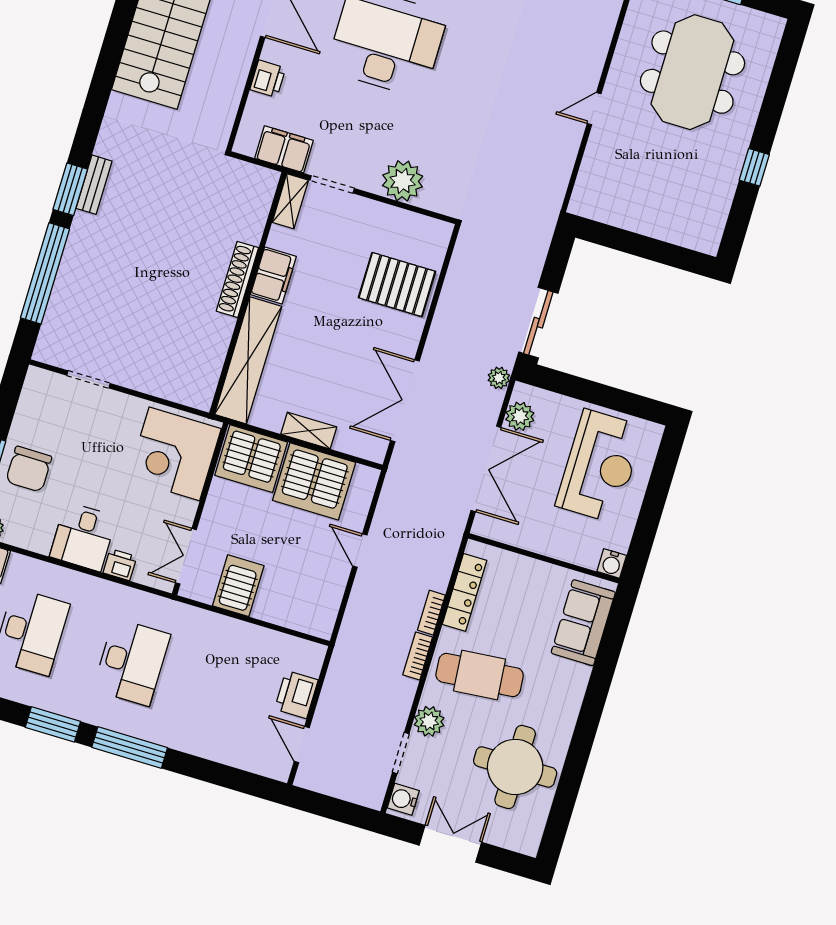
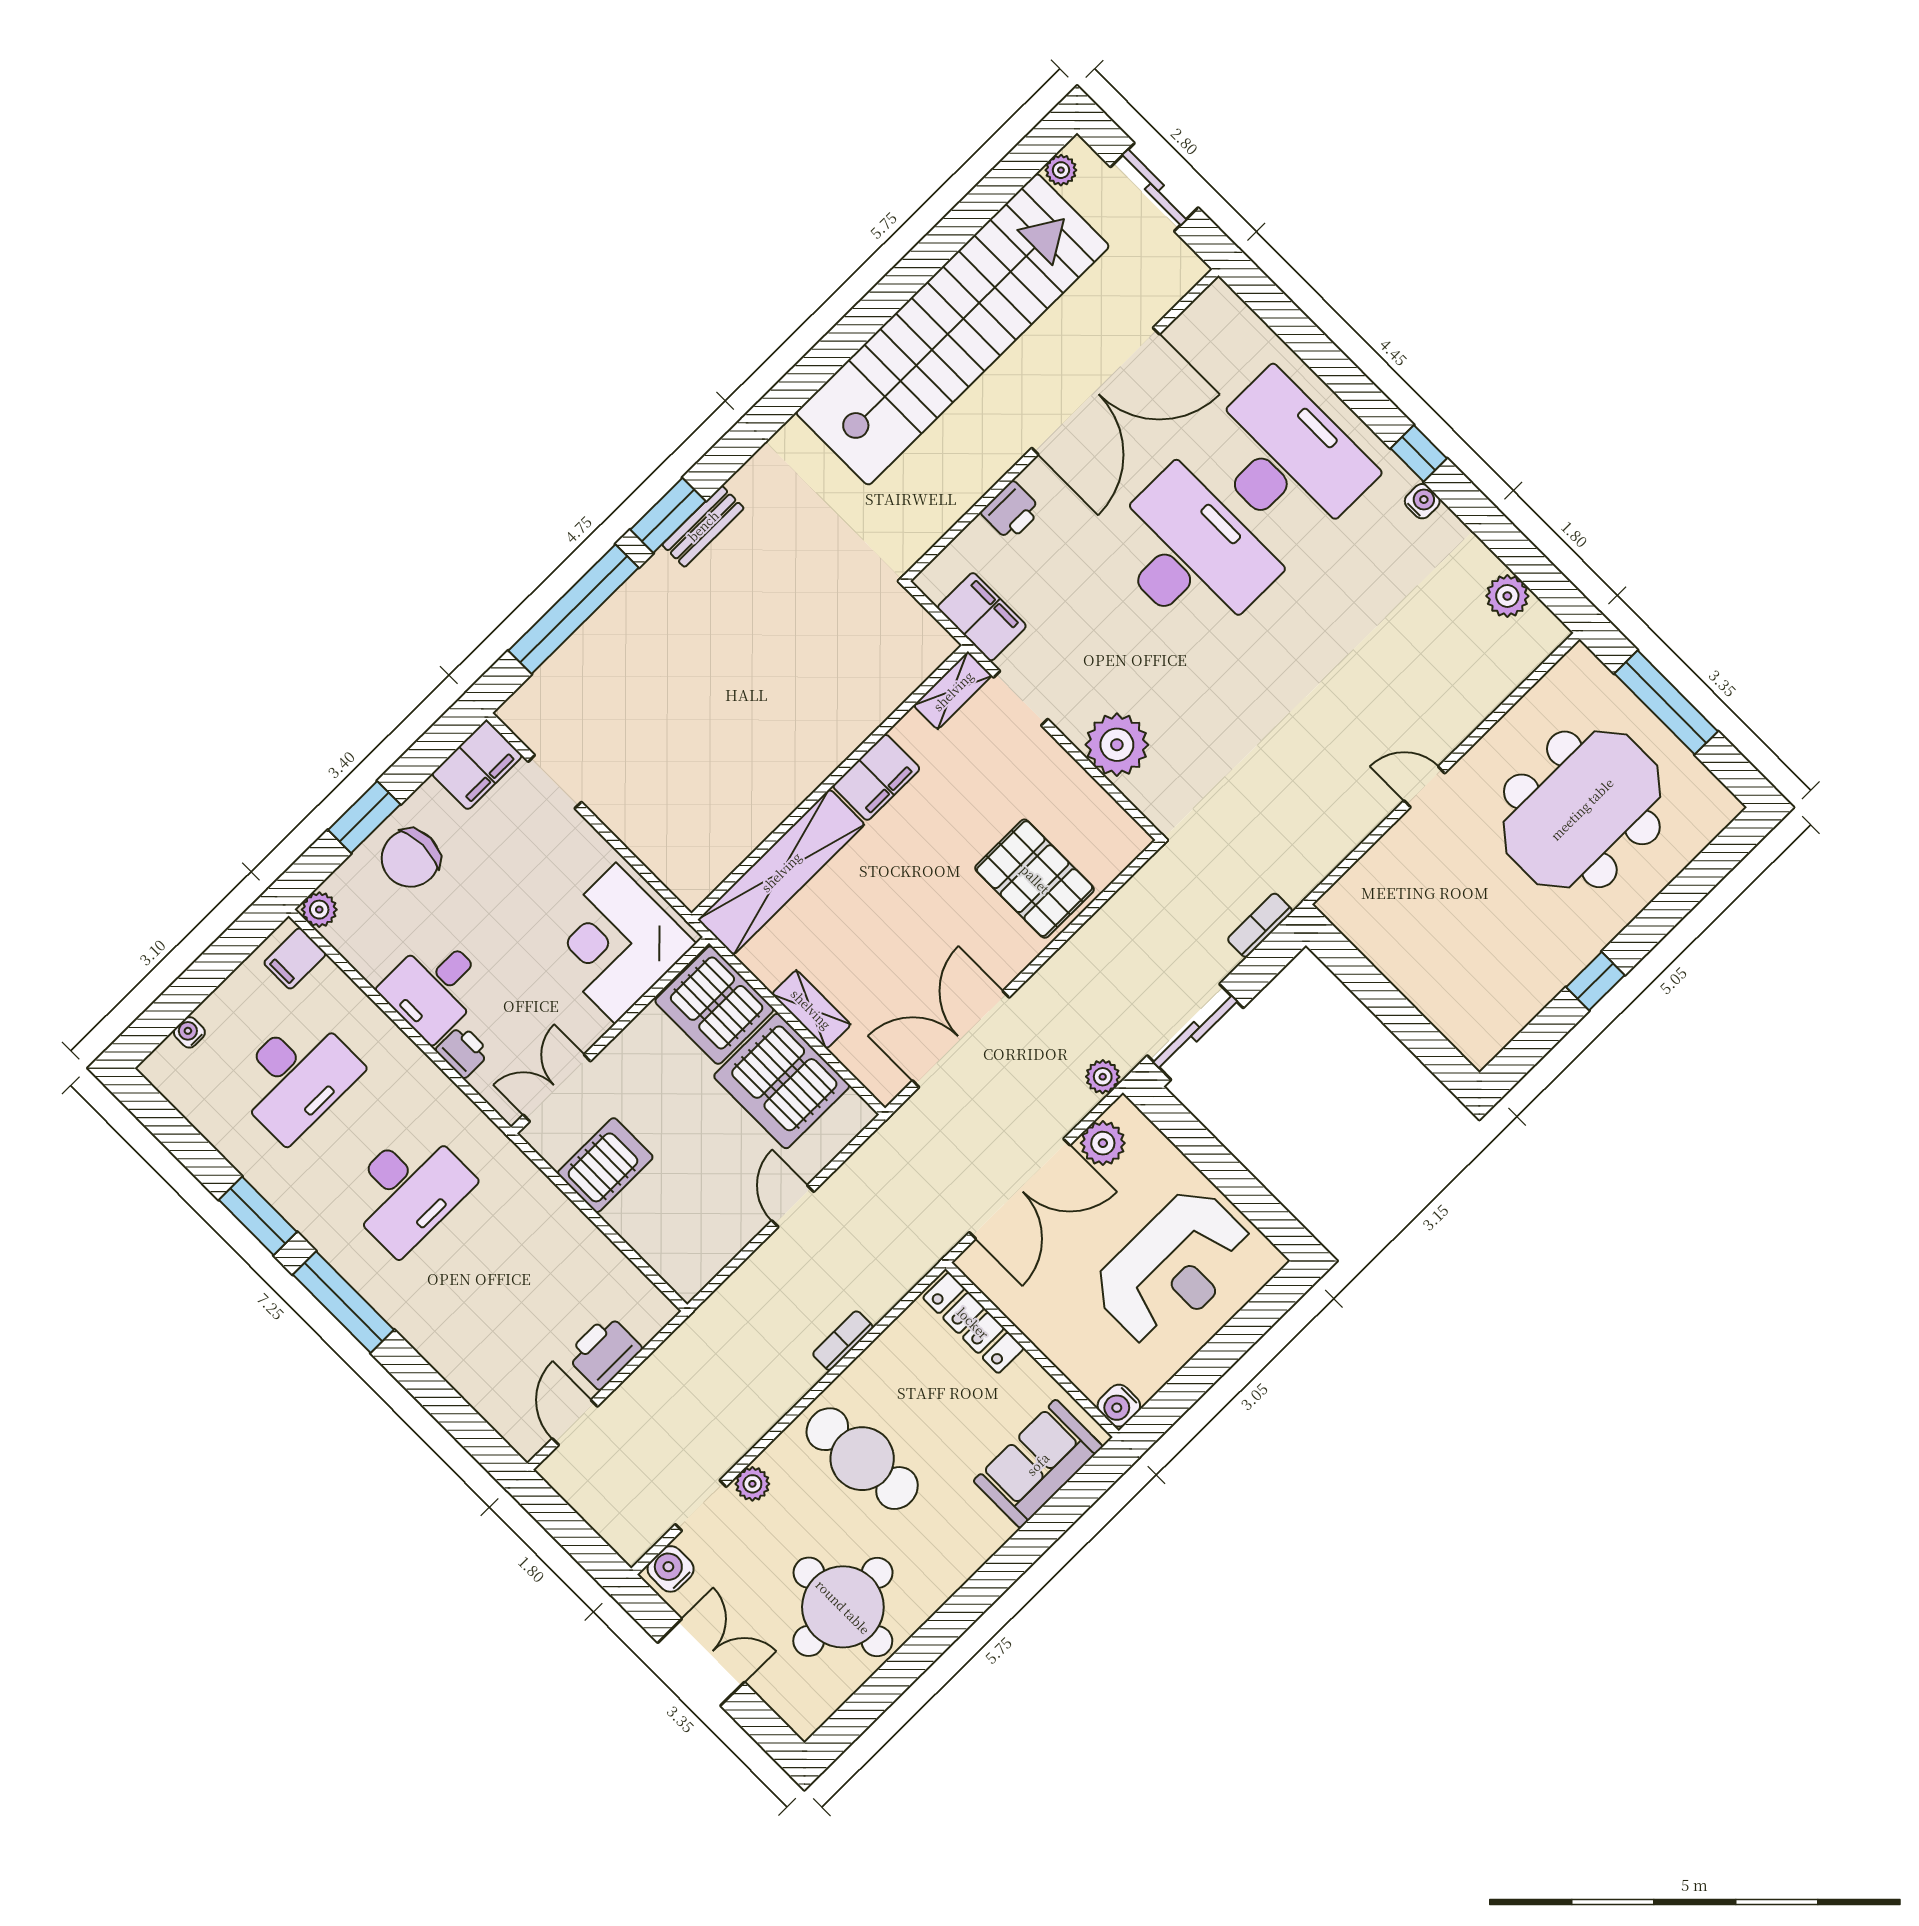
shoe rack: (237, 279) -> (826, 757), removed
filing cabinet: (38, 394) -> (477, 765), added
locker: (465, 592) -> (973, 1323), moved, turned 90
bookcase: (418, 656) -> (1260, 925), moved
plant: (429, 721) -> (752, 1484), width x0.73, depth x0.73

